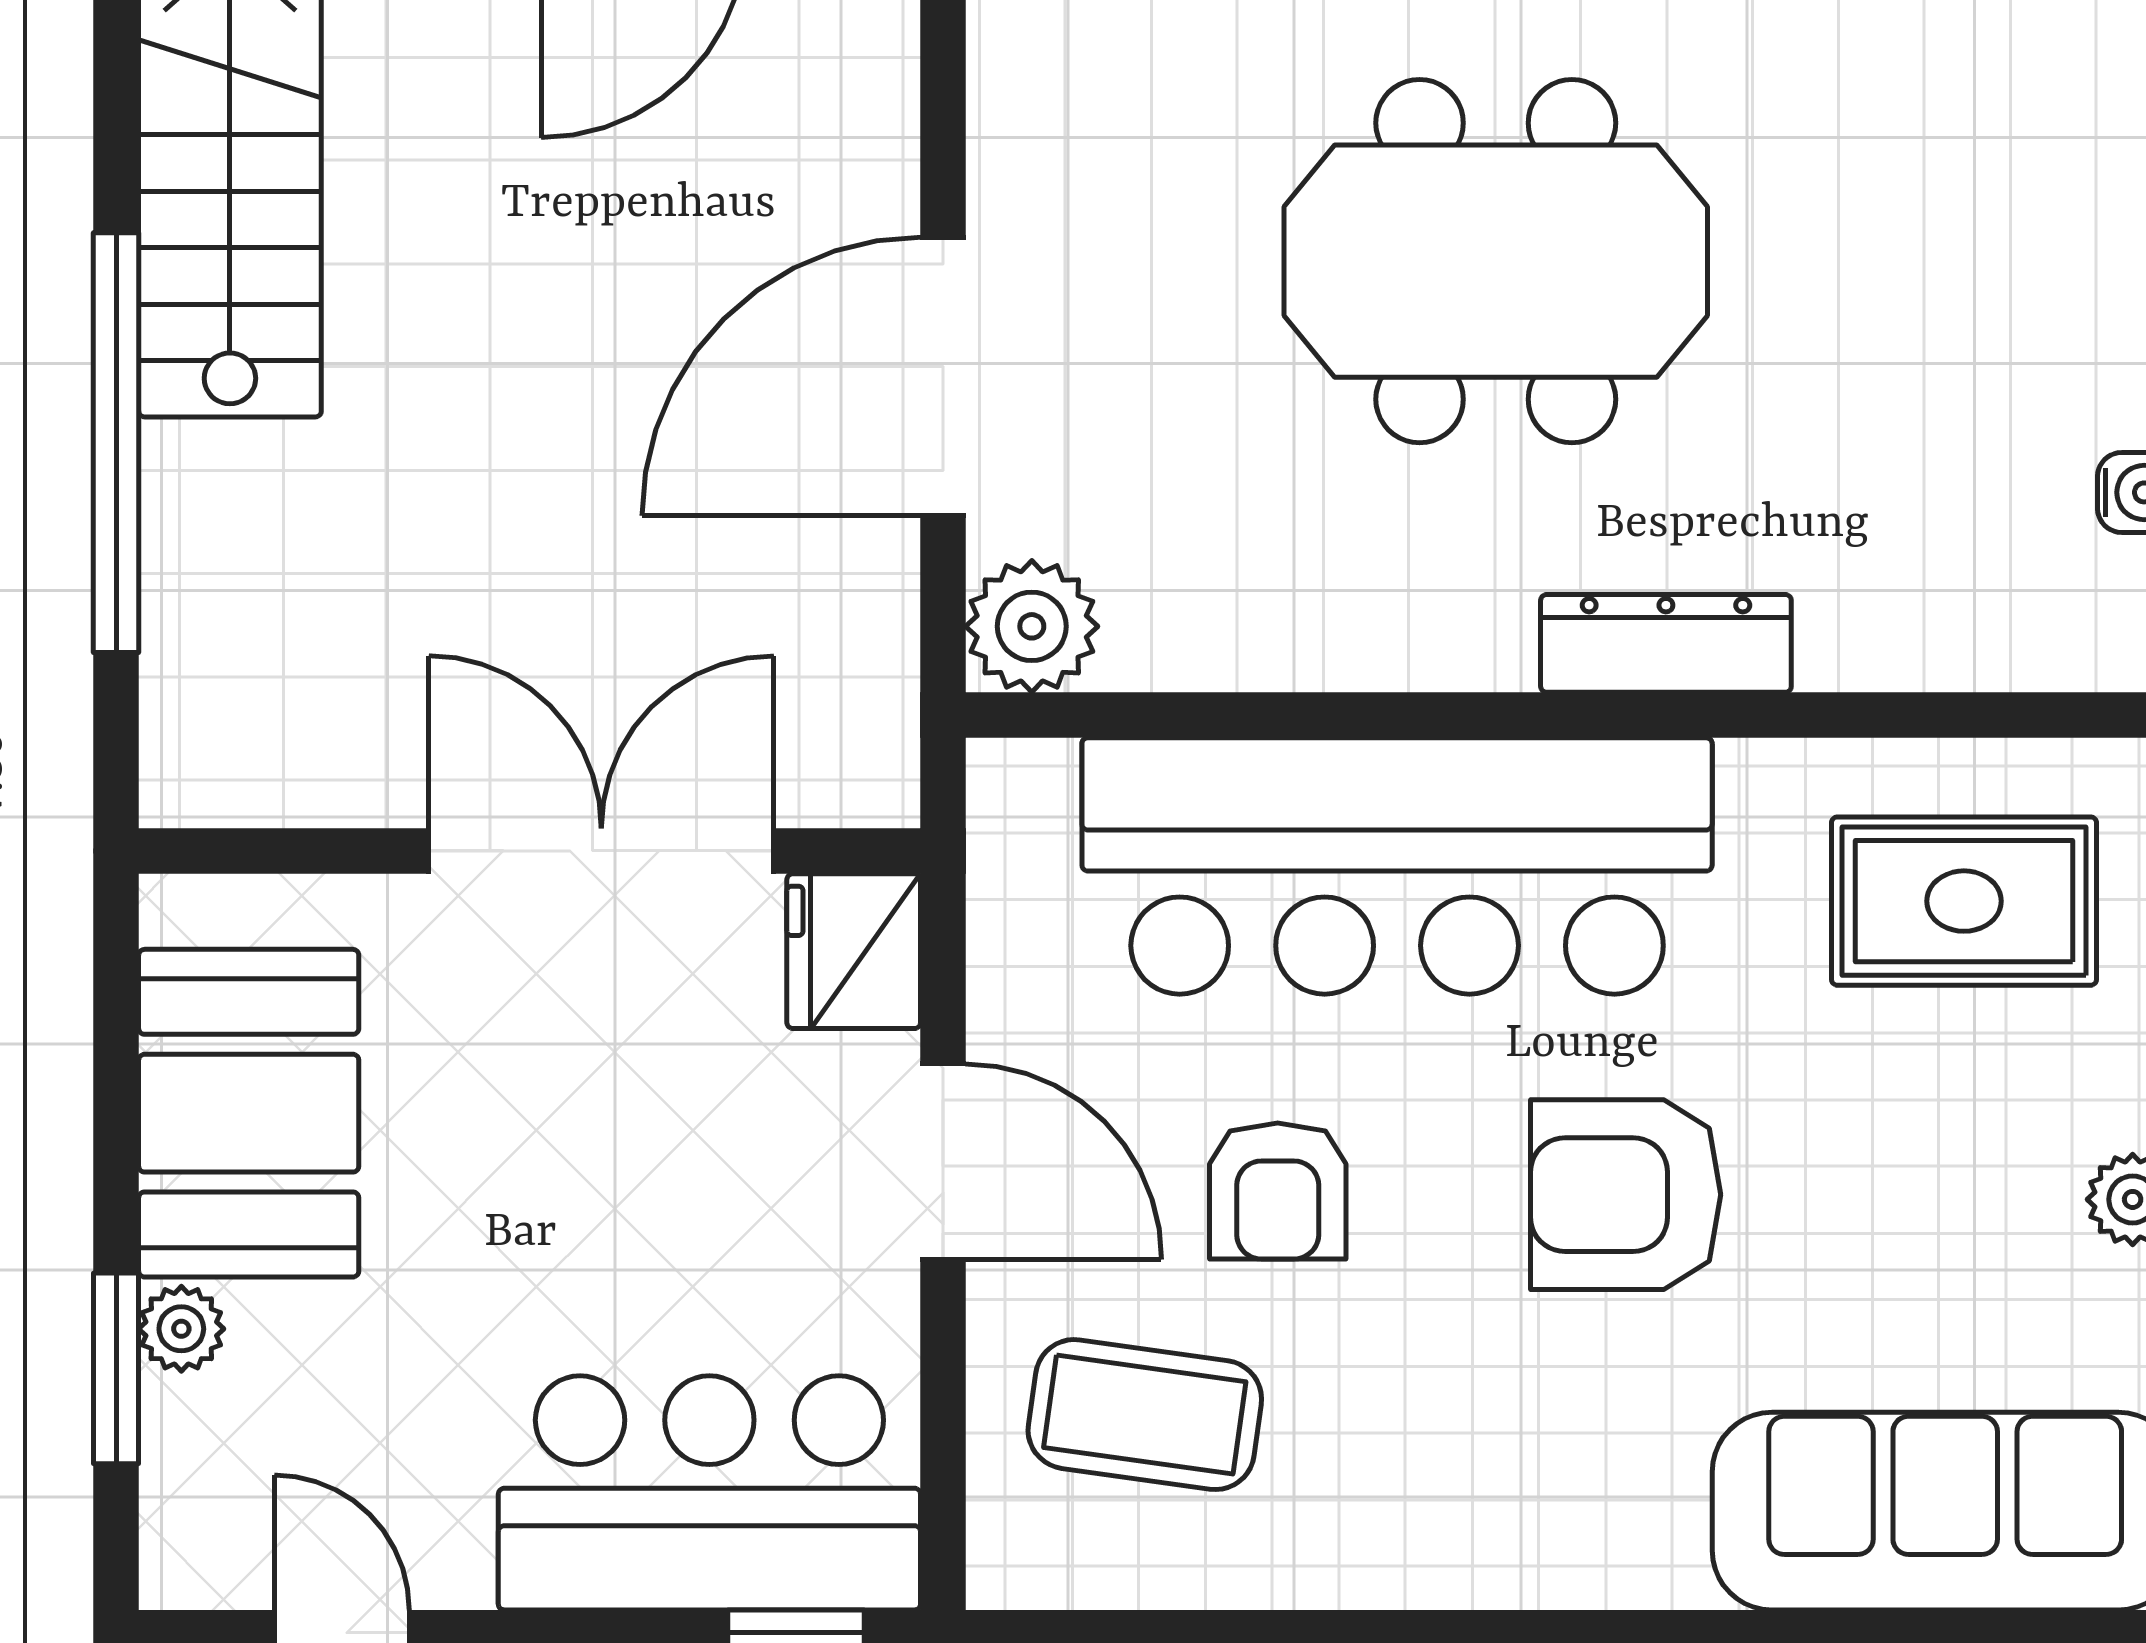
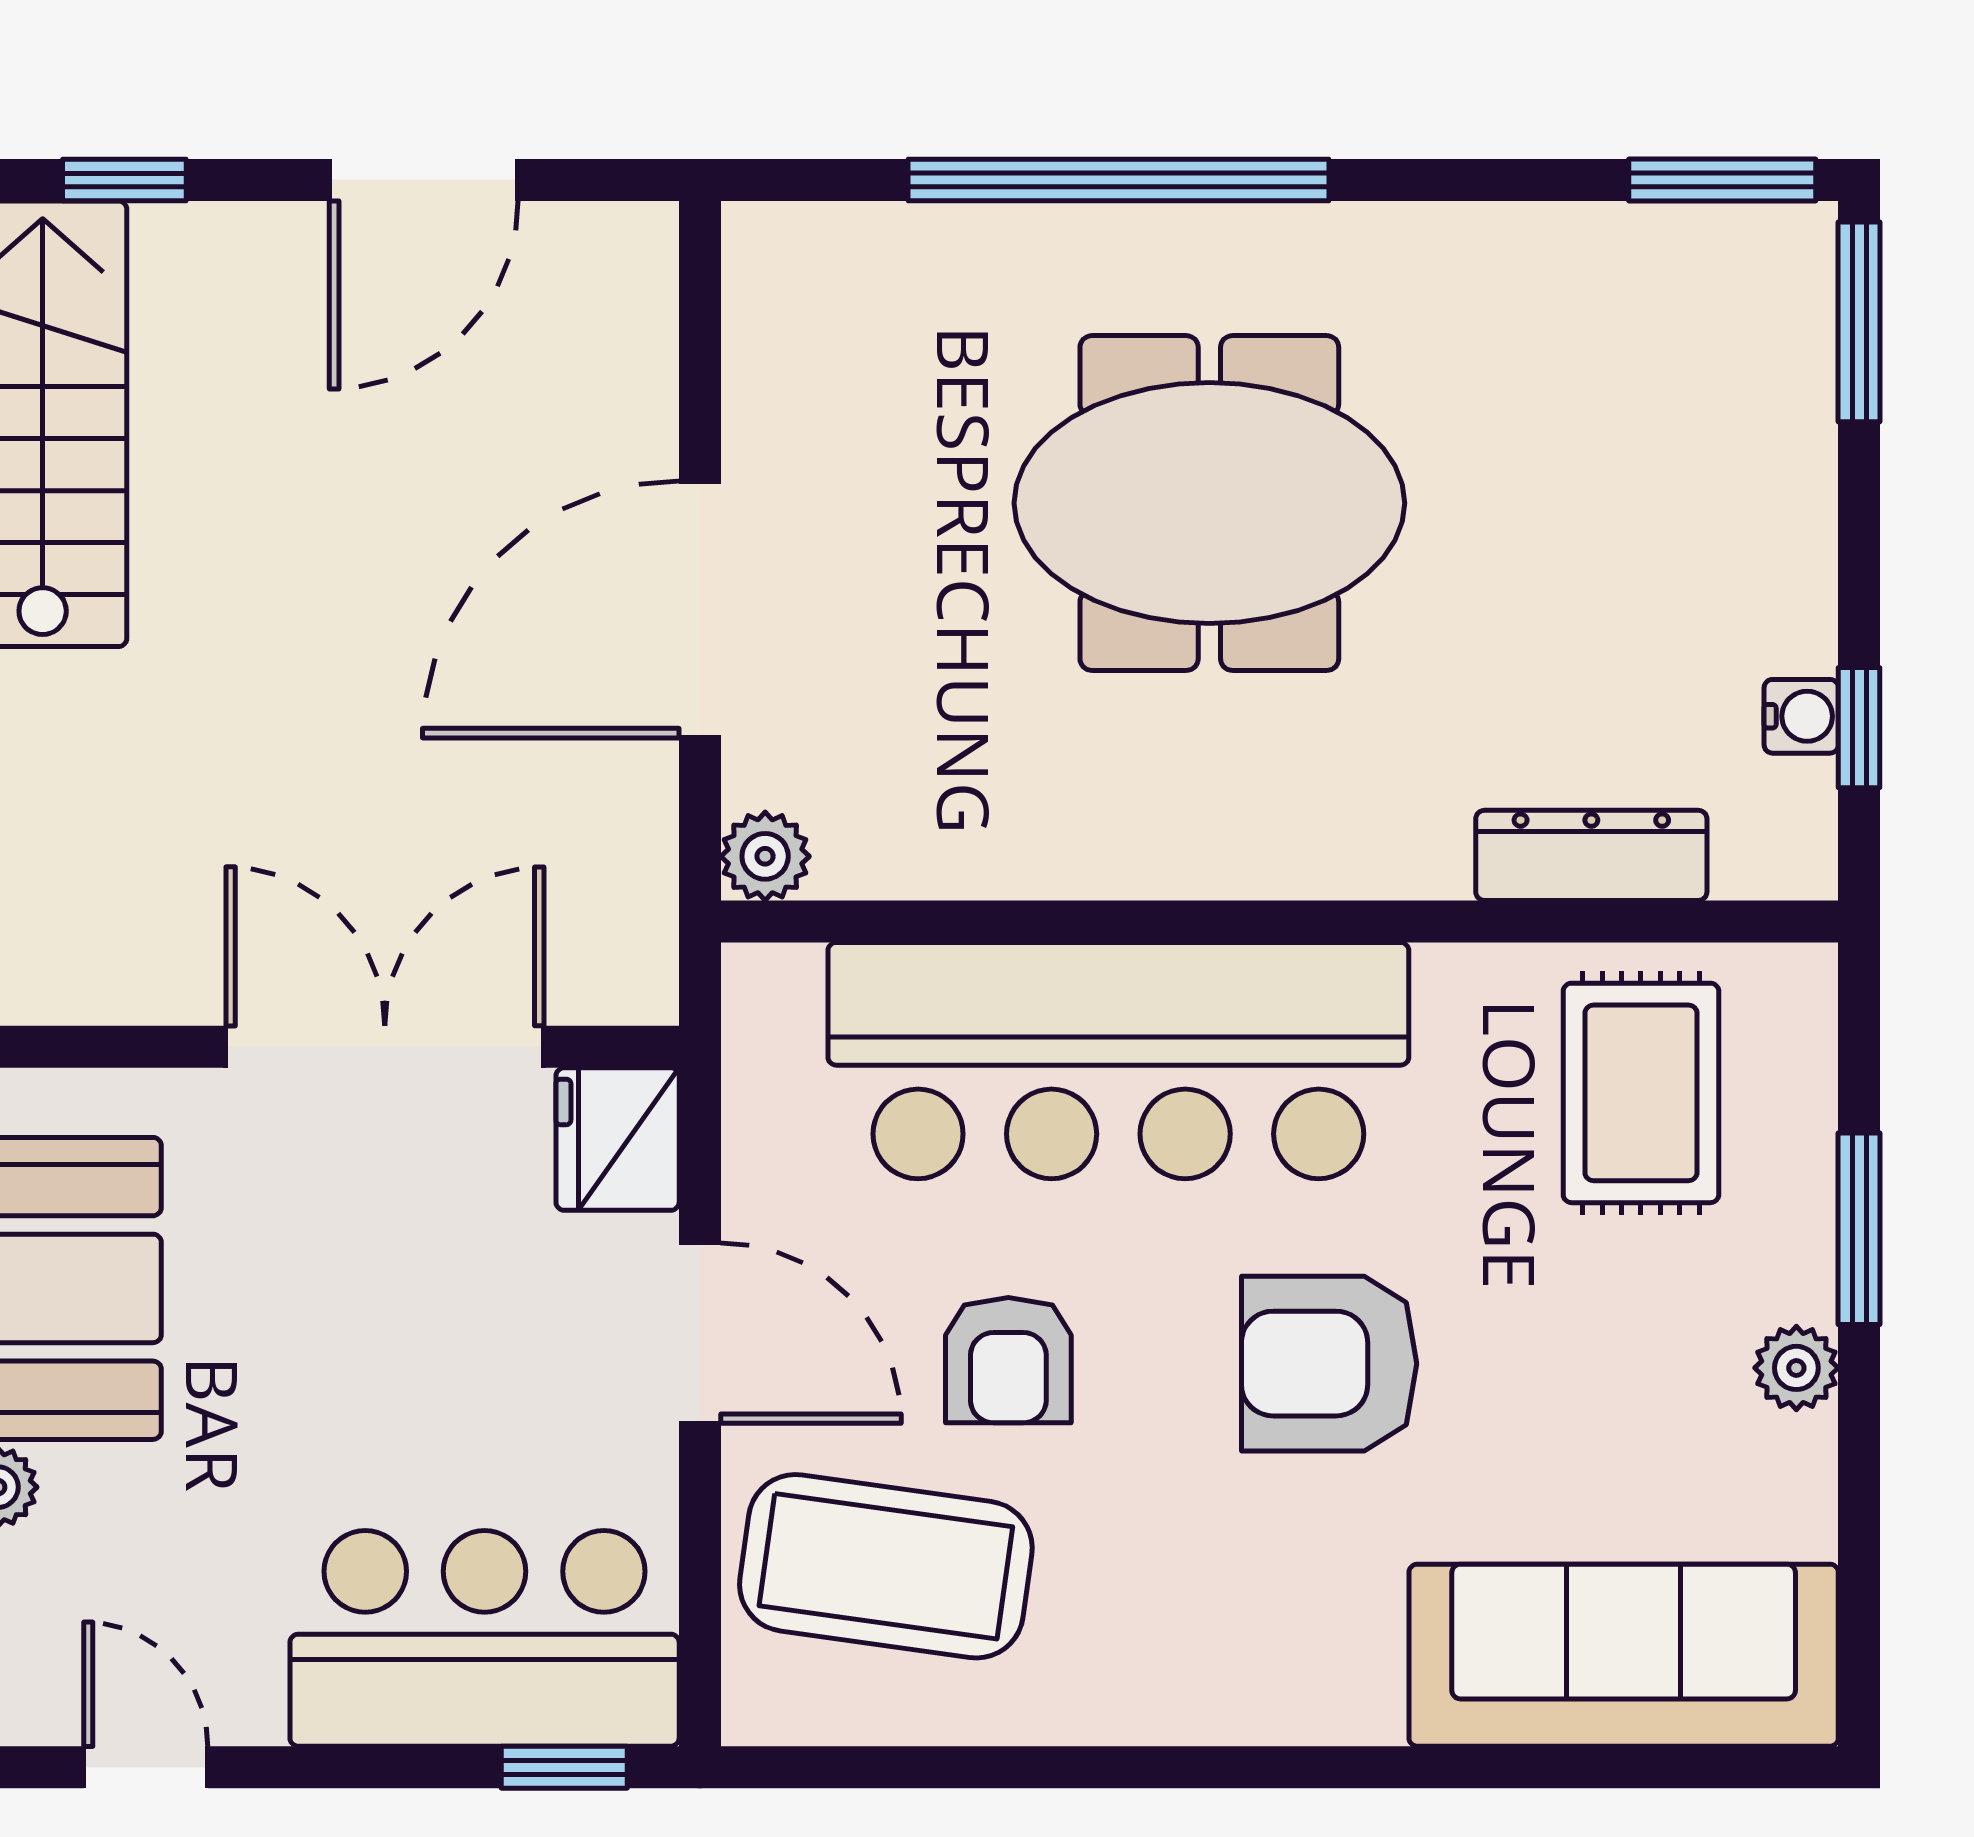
plant: (1032, 626) -> (765, 856), width x0.73, depth x0.73
dresser: (1666, 643) -> (1591, 855), moved
rug: (1964, 901) -> (1641, 1093), turned 90
coffee table: (1145, 1415) -> (886, 1566), width x1.36, depth x1.32

